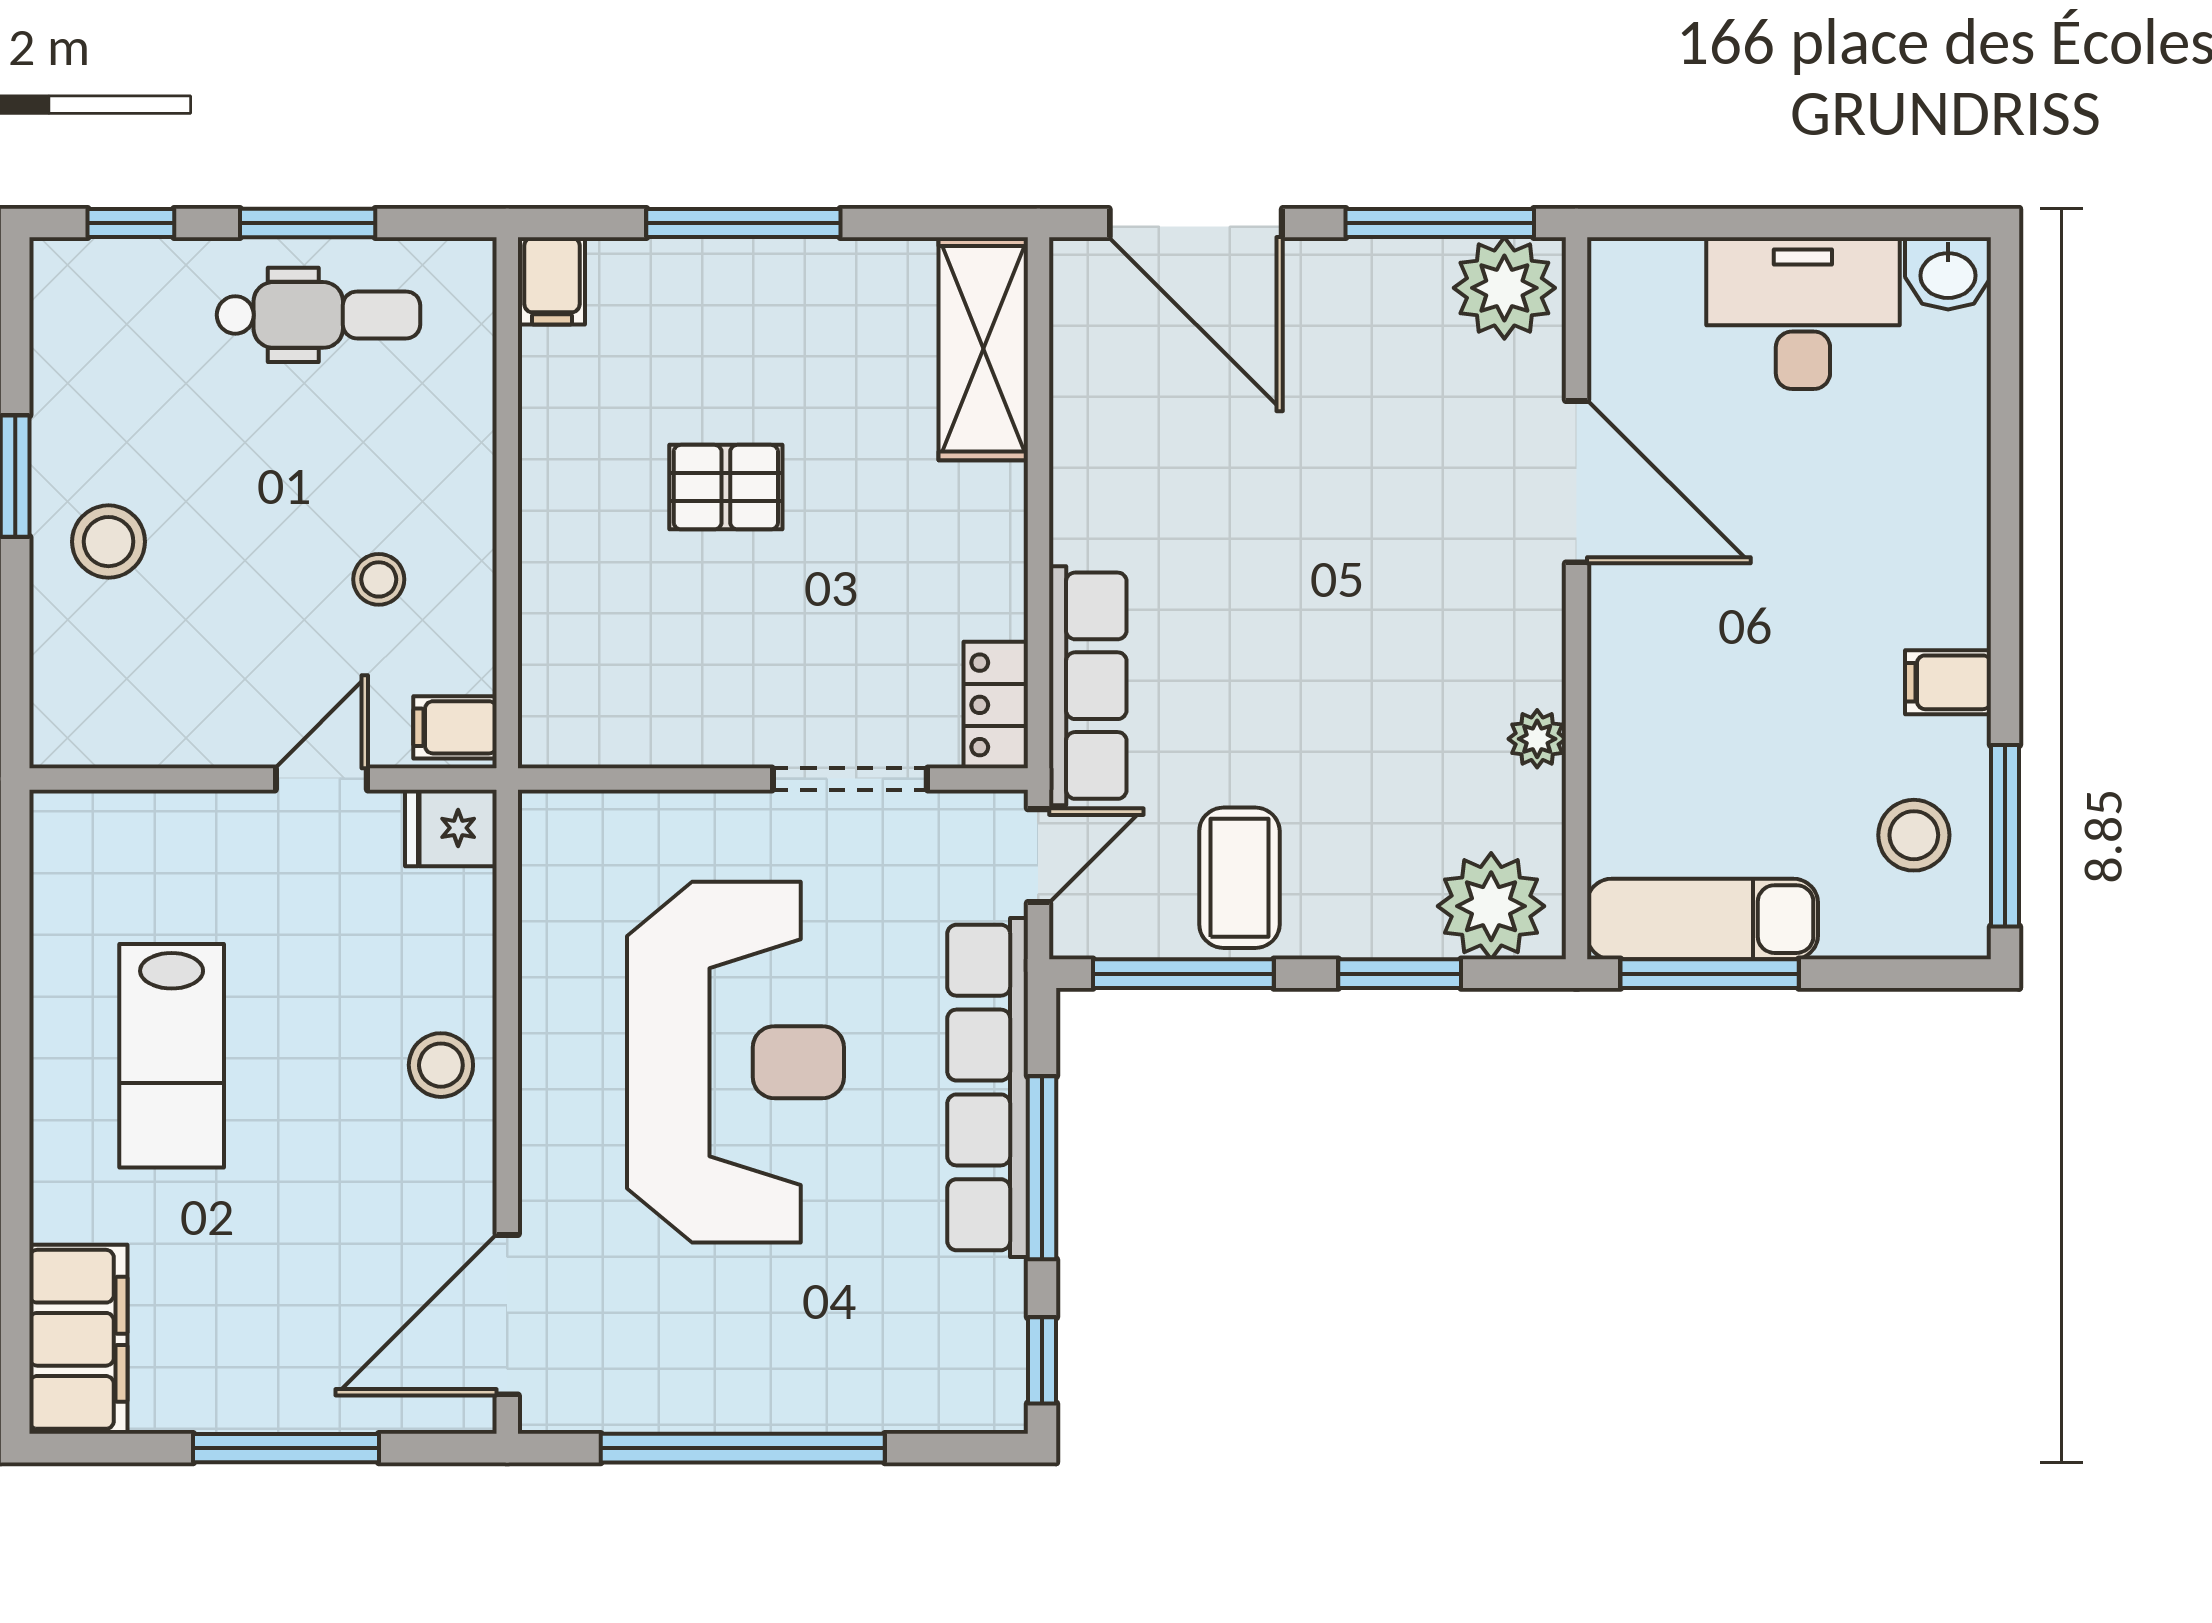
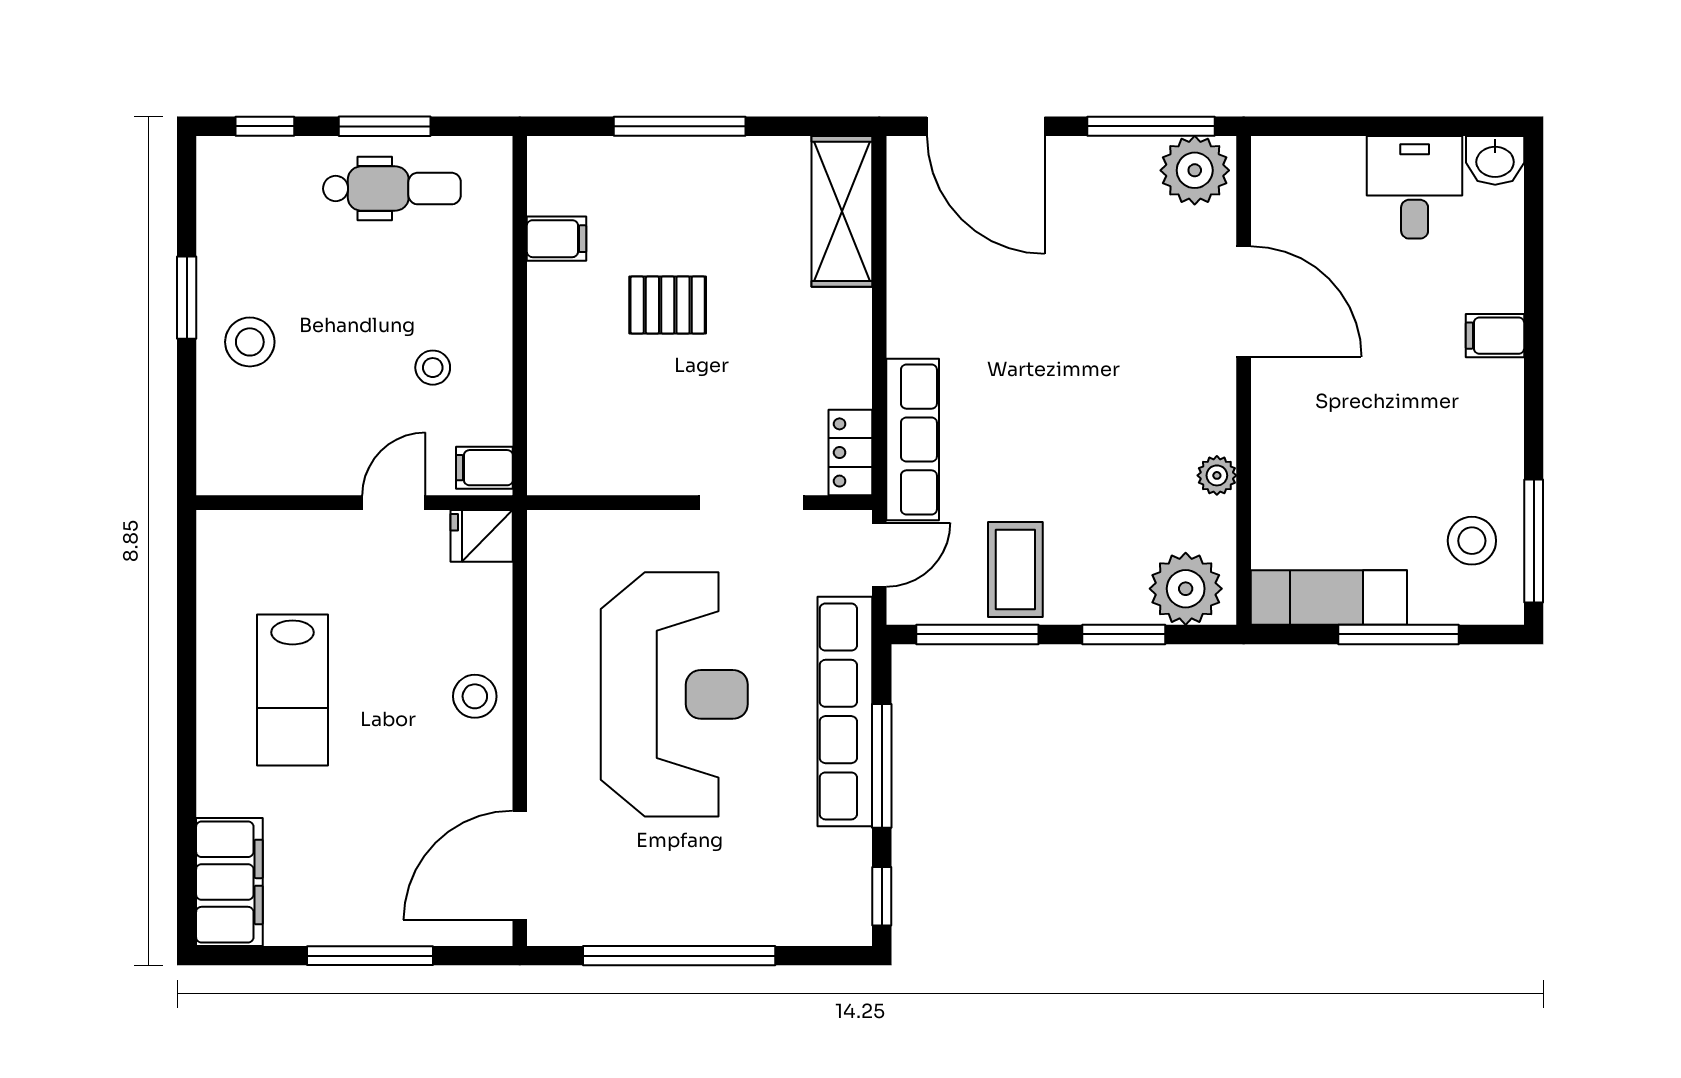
filing cabinet: (552, 281) -> (557, 239), moved, turned -90
desk: (1803, 313) -> (1415, 187), width x0.73
filing cabinet: (1948, 682) -> (1495, 336), moved
window: (1710, 974) -> (1399, 634), moved

